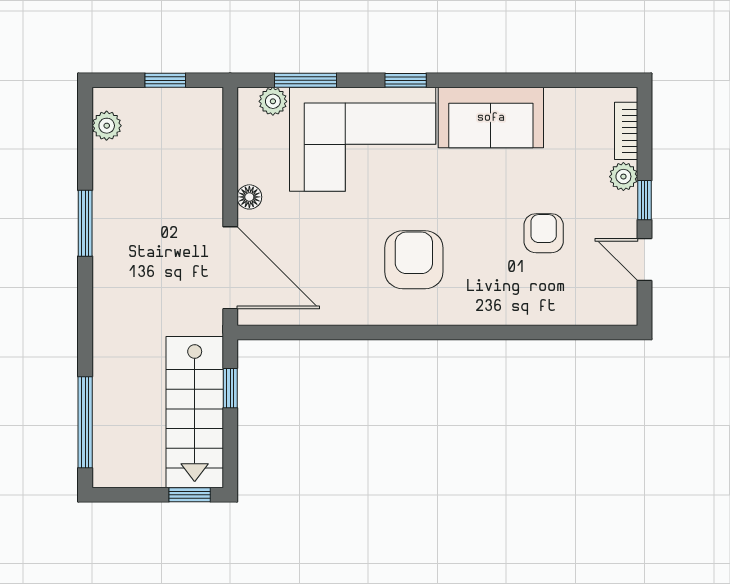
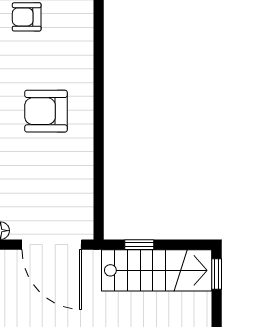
door: (230, 268) -> (52, 245), swing flipped

